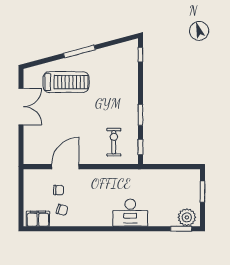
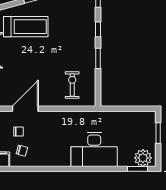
window: (140, 147) -> (98, 29), moved
desk: (130, 213) -> (94, 149), width x1.36, depth x1.30

